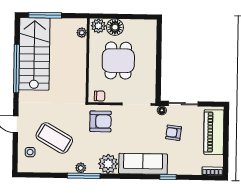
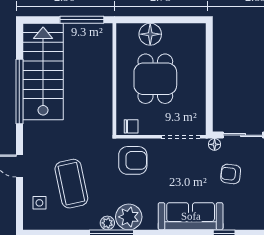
window: (45, 15) -> (82, 20), moved
plant: (98, 26) -> (128, 33), removed
plant: (82, 33) -> (106, 42), removed
coffee table: (54, 138) -> (71, 184), turned 48
plant: (108, 164) -> (129, 217), moved

